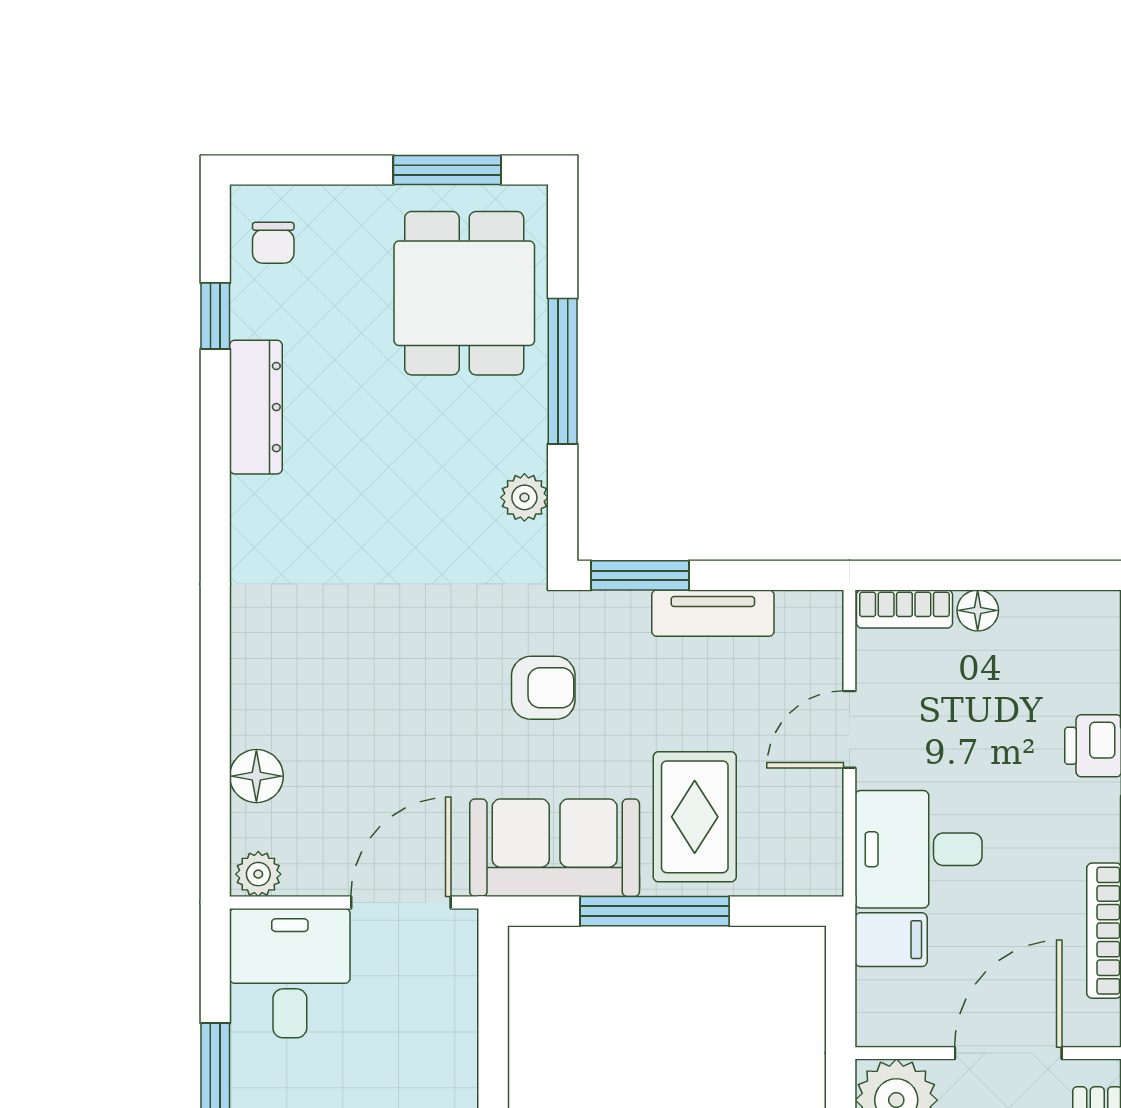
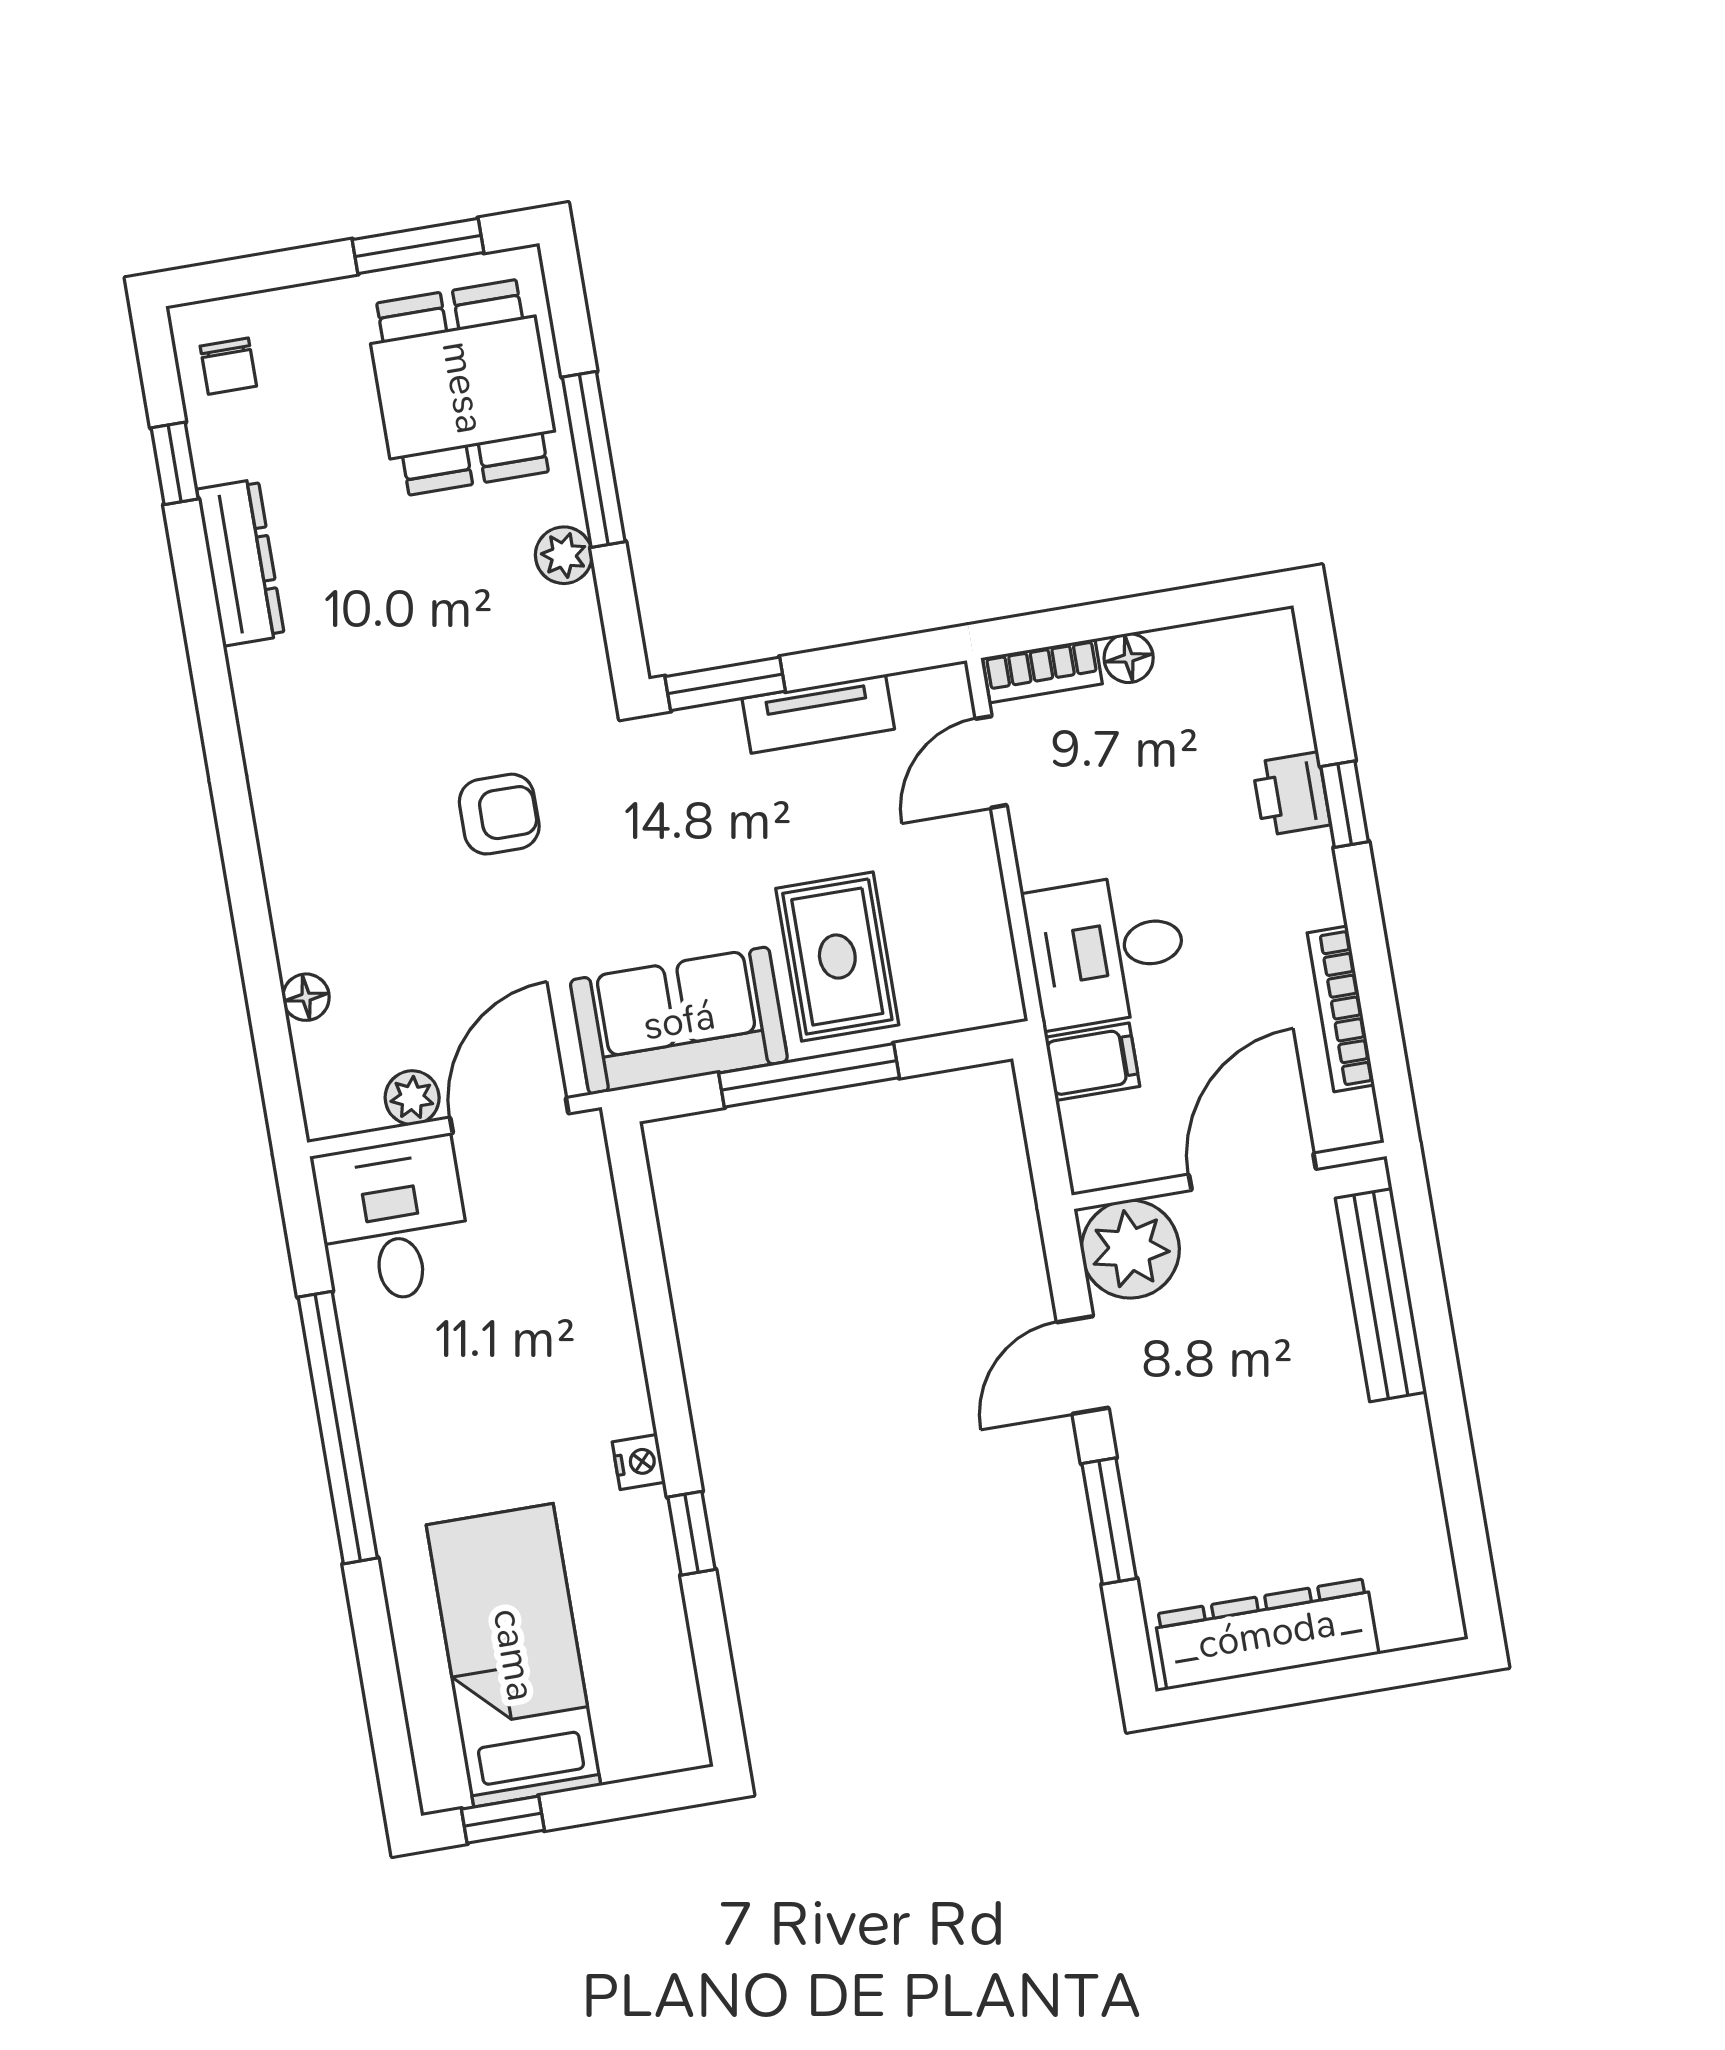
plant: (524, 497) -> (564, 555), moved
armchair: (543, 688) -> (499, 814), moved
door: (849, 729) -> (991, 762), moved
floor lamp: (256, 776) -> (306, 997), width x0.73, depth x0.73
plant: (258, 874) -> (412, 1098), moved

